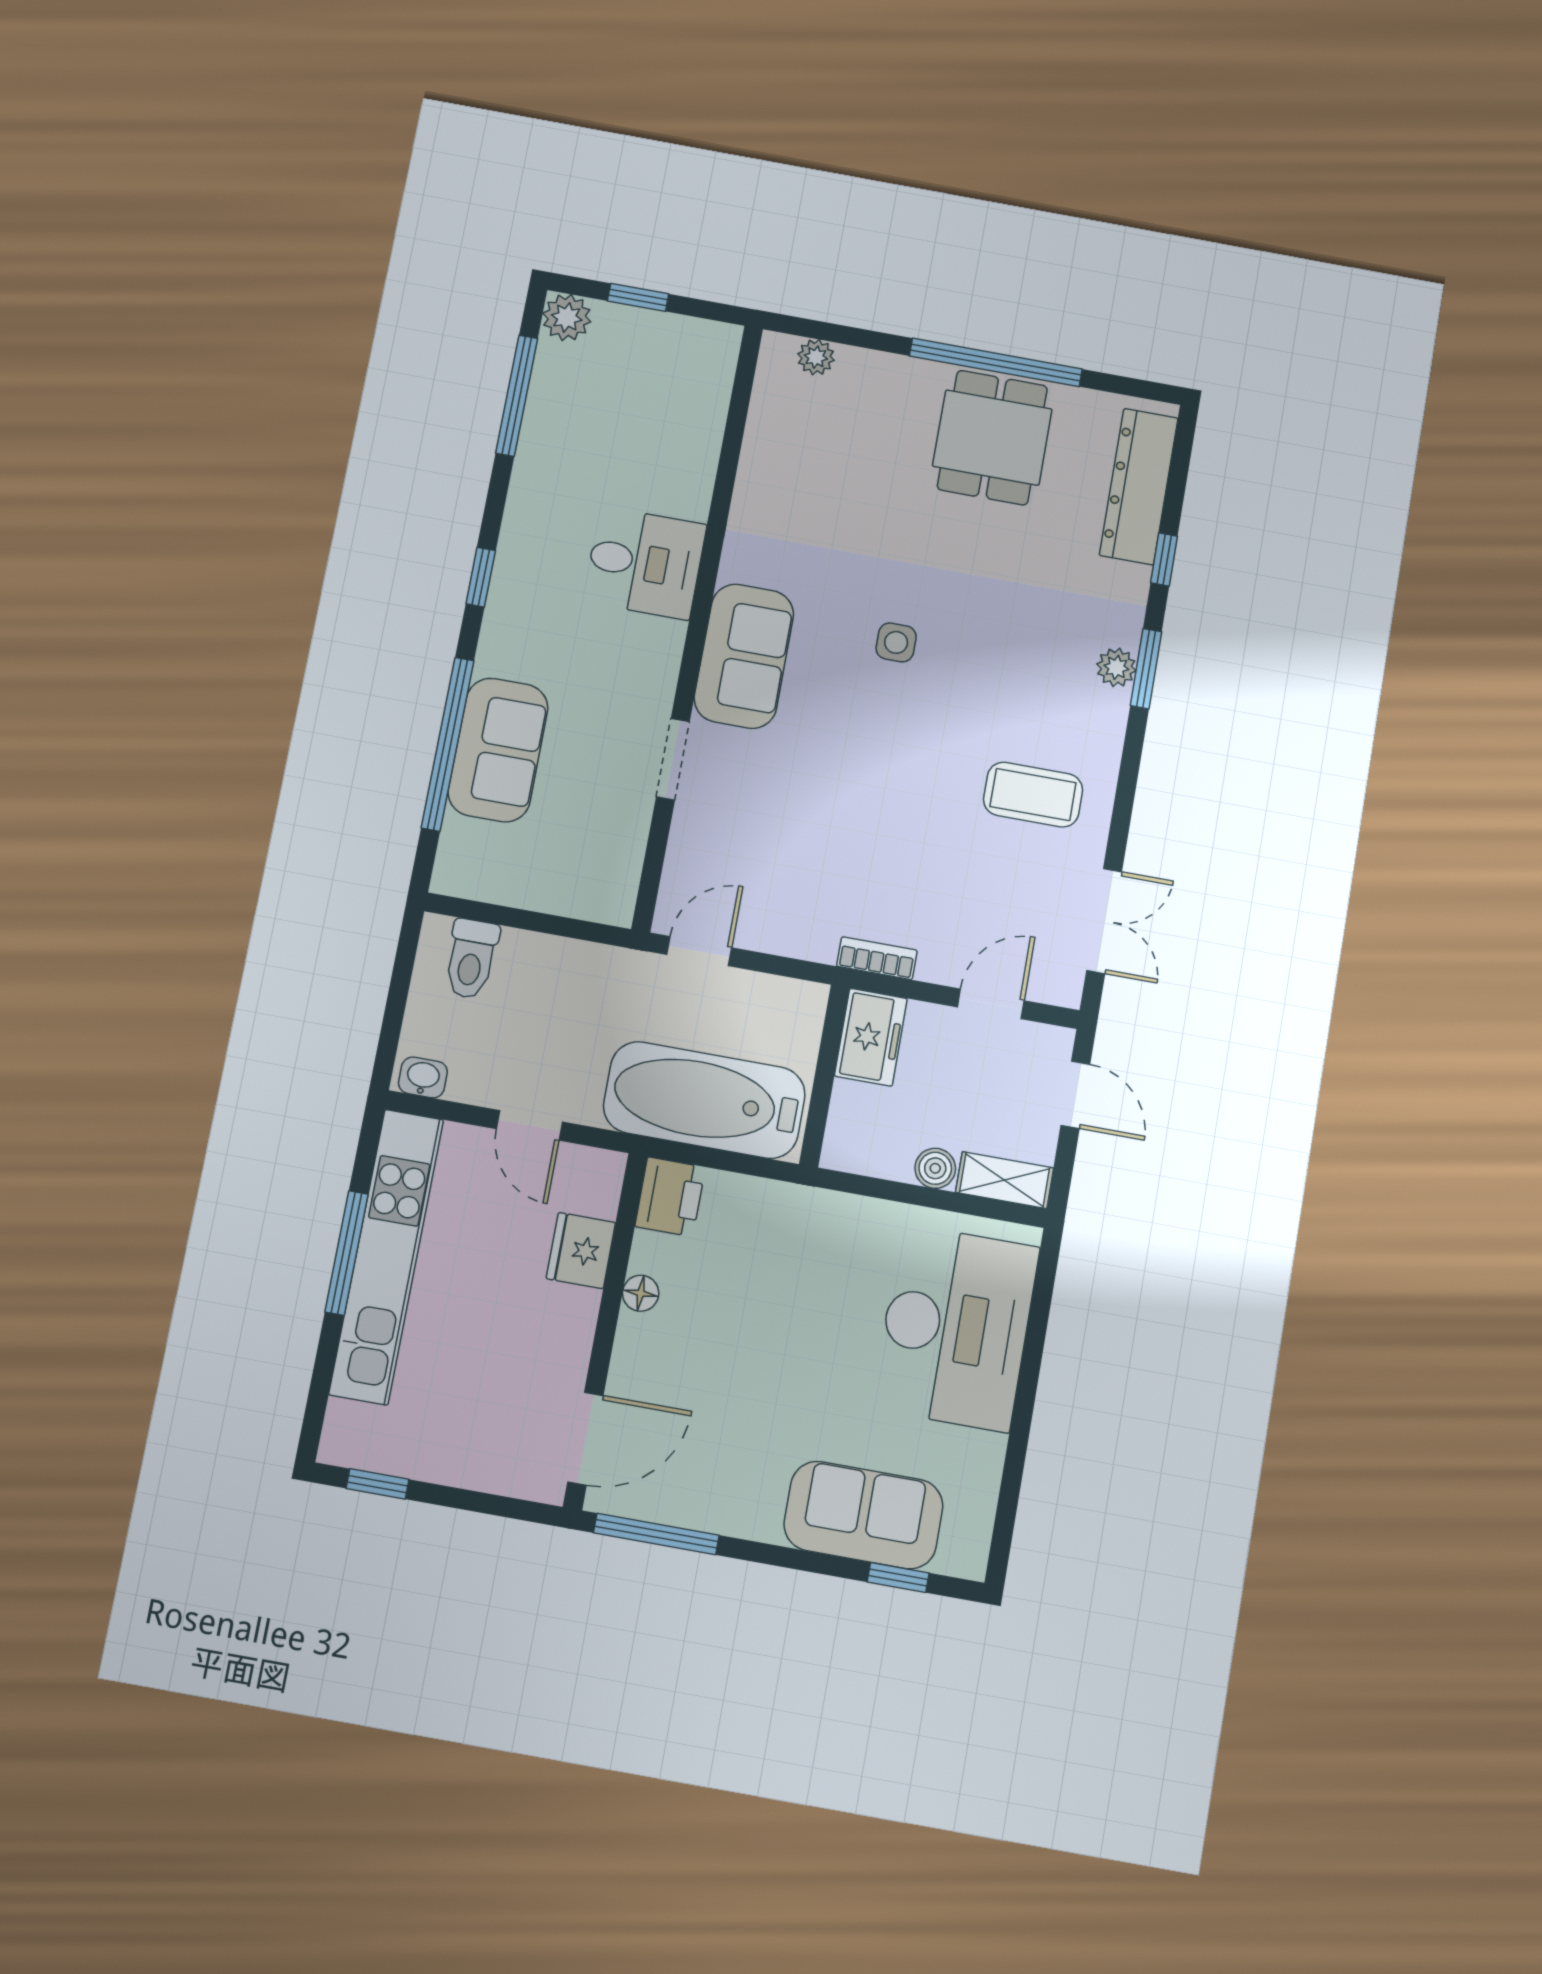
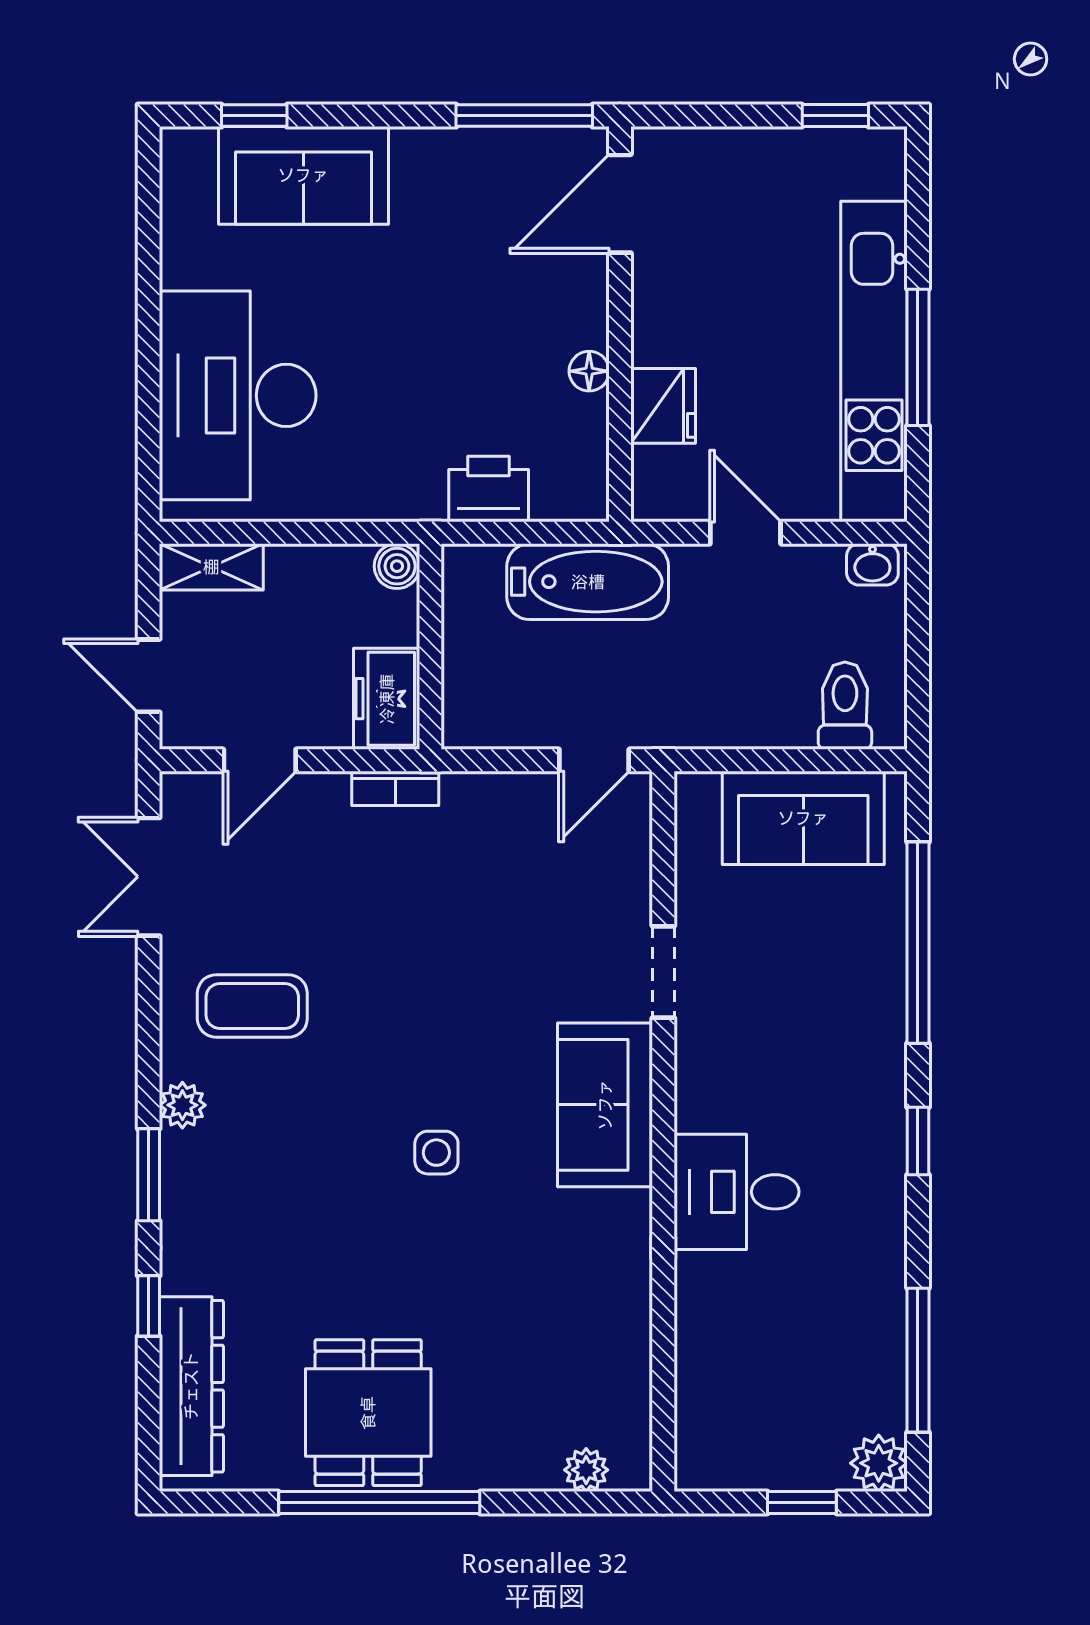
plant: (1116, 667) -> (182, 1105), moved
sofa: (498, 750) -> (803, 818), moved, turned -90
bathtub: (704, 1100) -> (588, 582), width x0.73, depth x0.73
boiler: (935, 1168) -> (397, 566), moved
printer: (670, 1197) -> (489, 489), moved, turned 90

